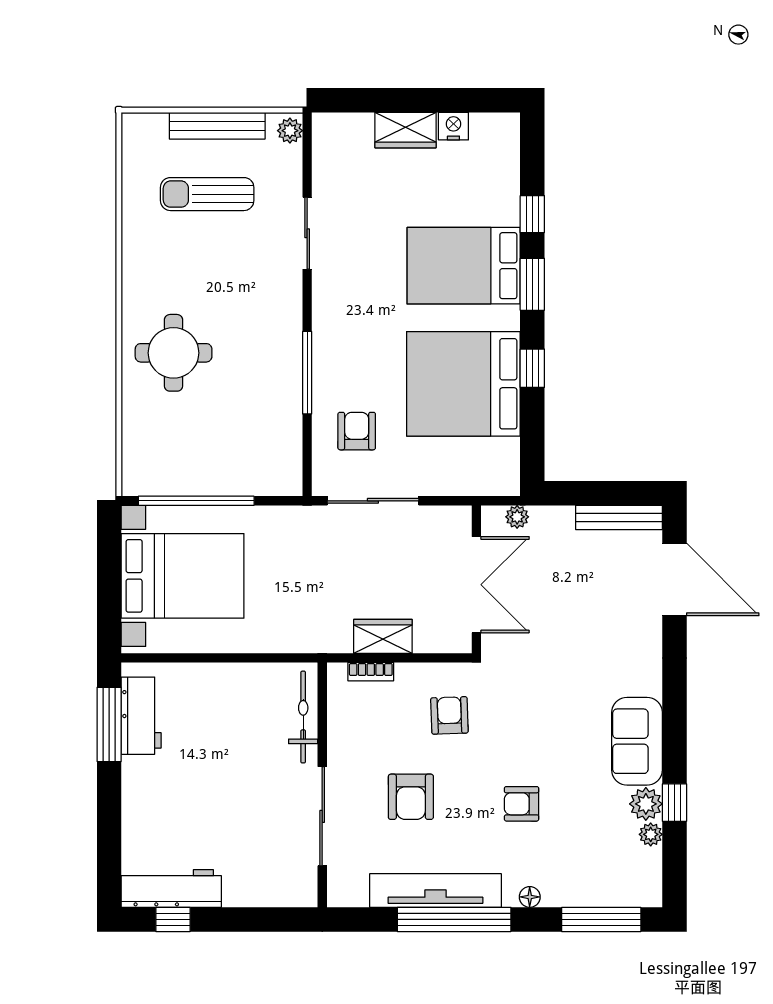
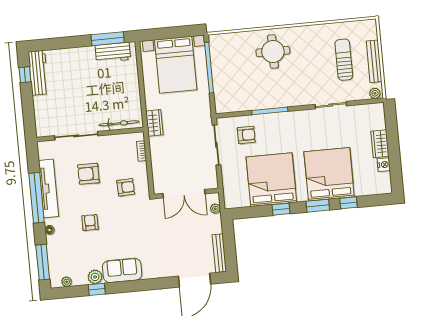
bed: (464, 266) -> (329, 174), width x1.36
wardrobe: (383, 636) -> (154, 123), moved
plant: (651, 834) -> (67, 282), moved

